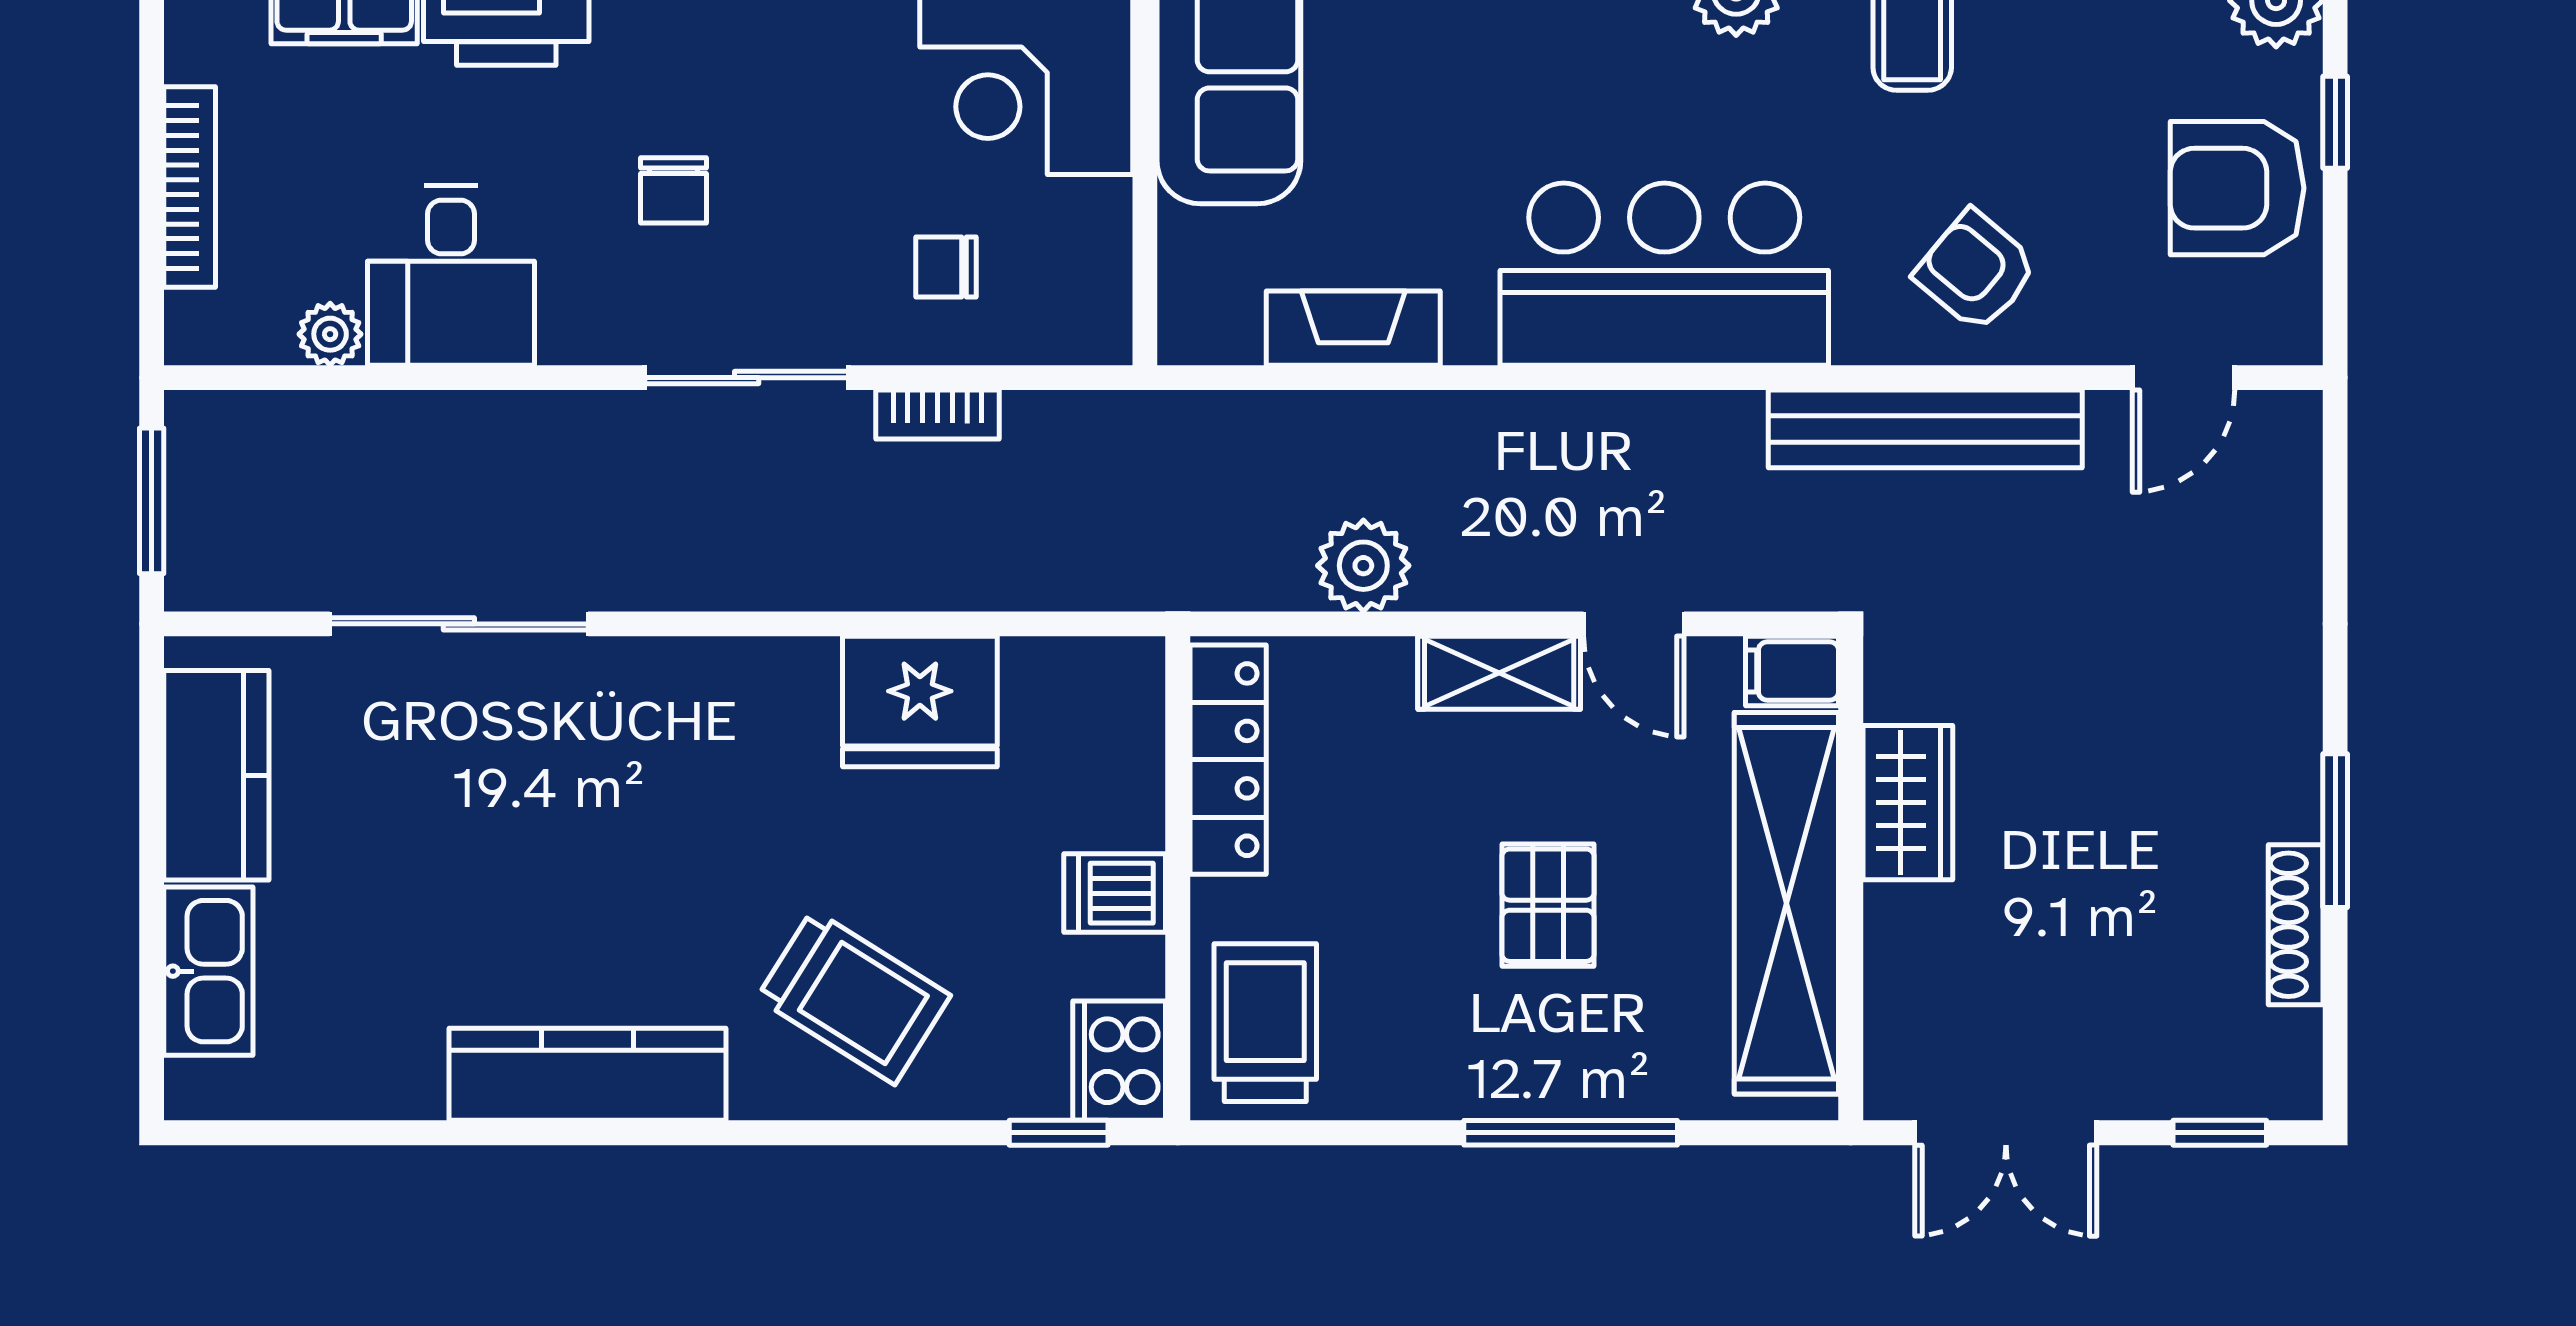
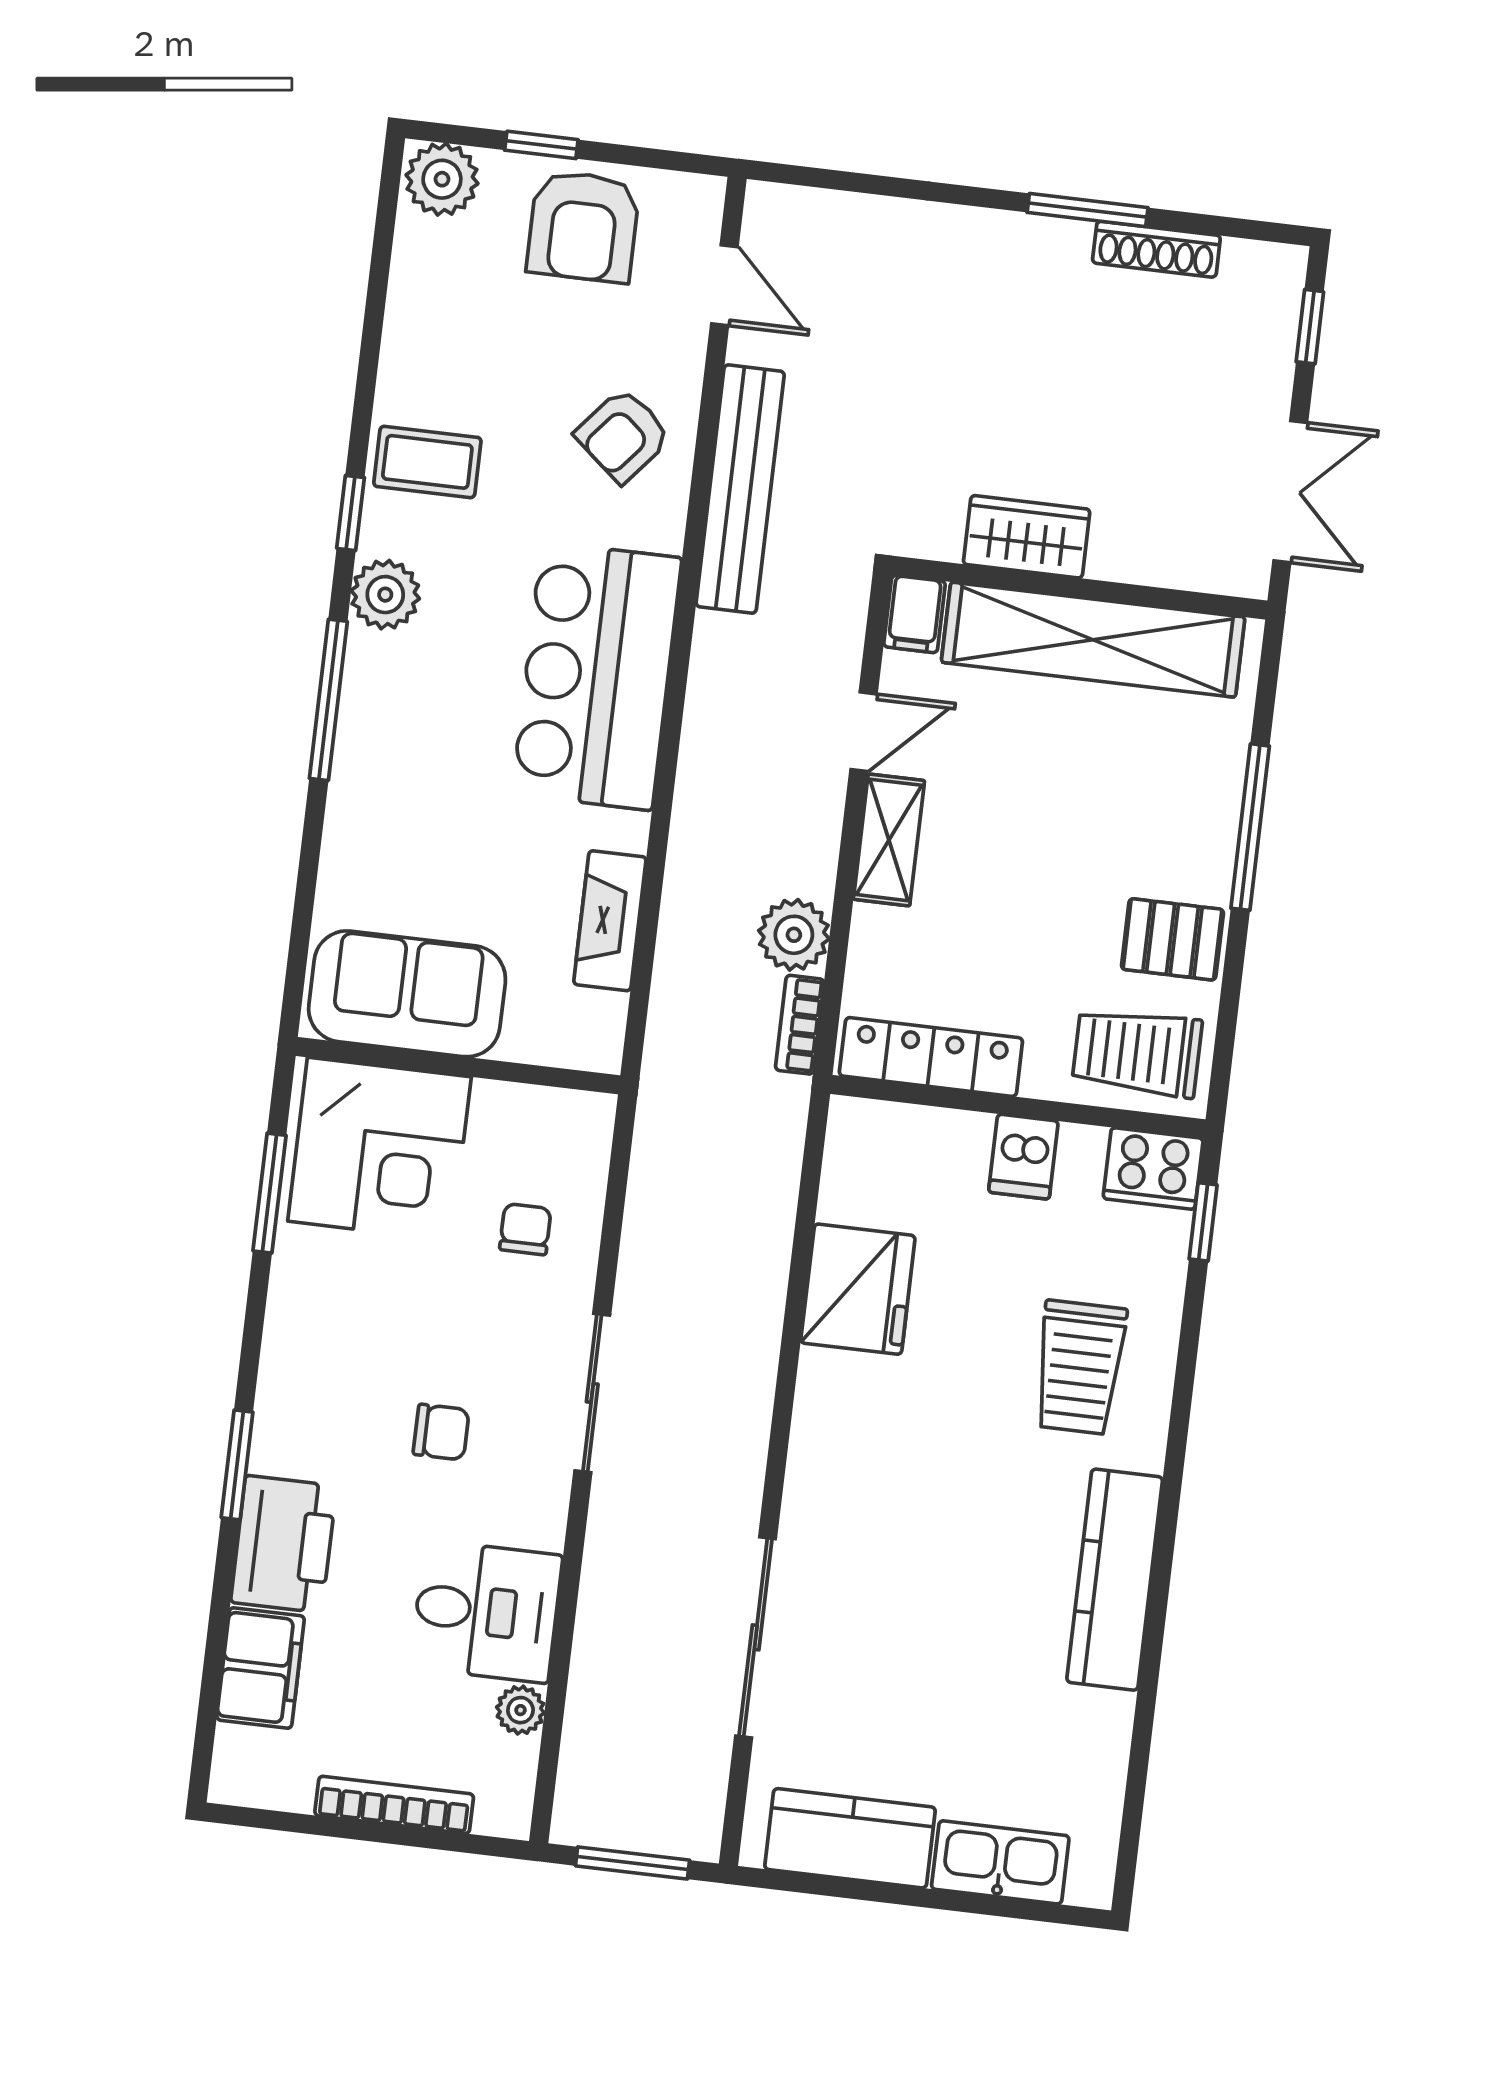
chair: (946, 267) -> (525, 1229), turned 180
bookcase: (937, 415) -> (800, 1025), moved, turned 180
pallet: (1548, 905) -> (1172, 939), moved
trolley: (854, 997) -> (1080, 1367), turned 148

